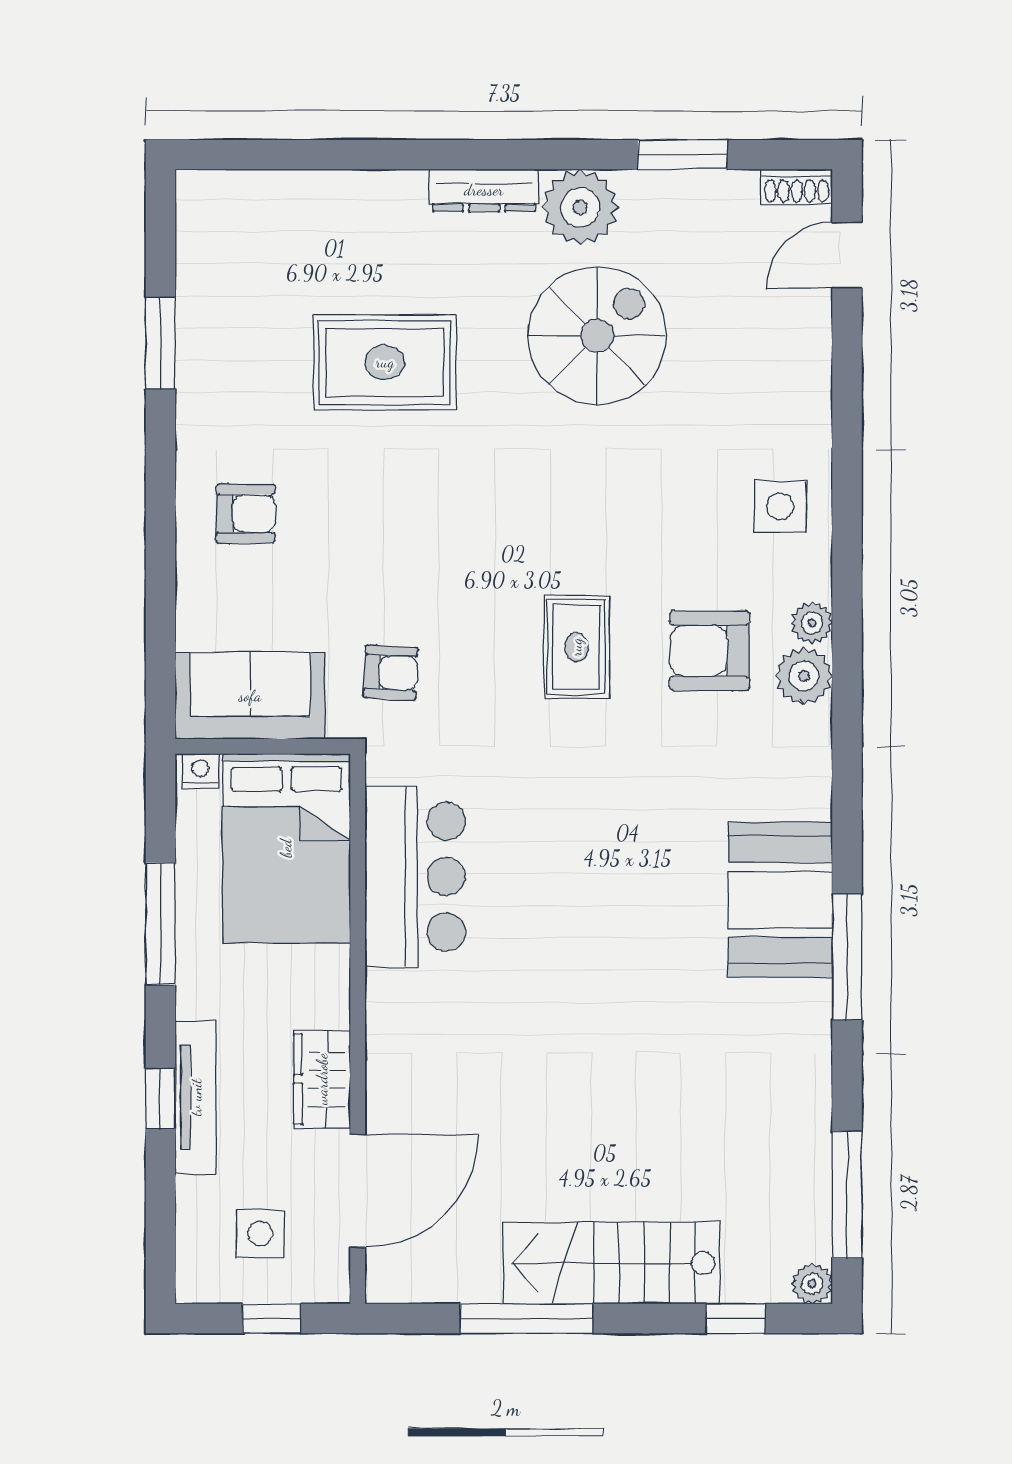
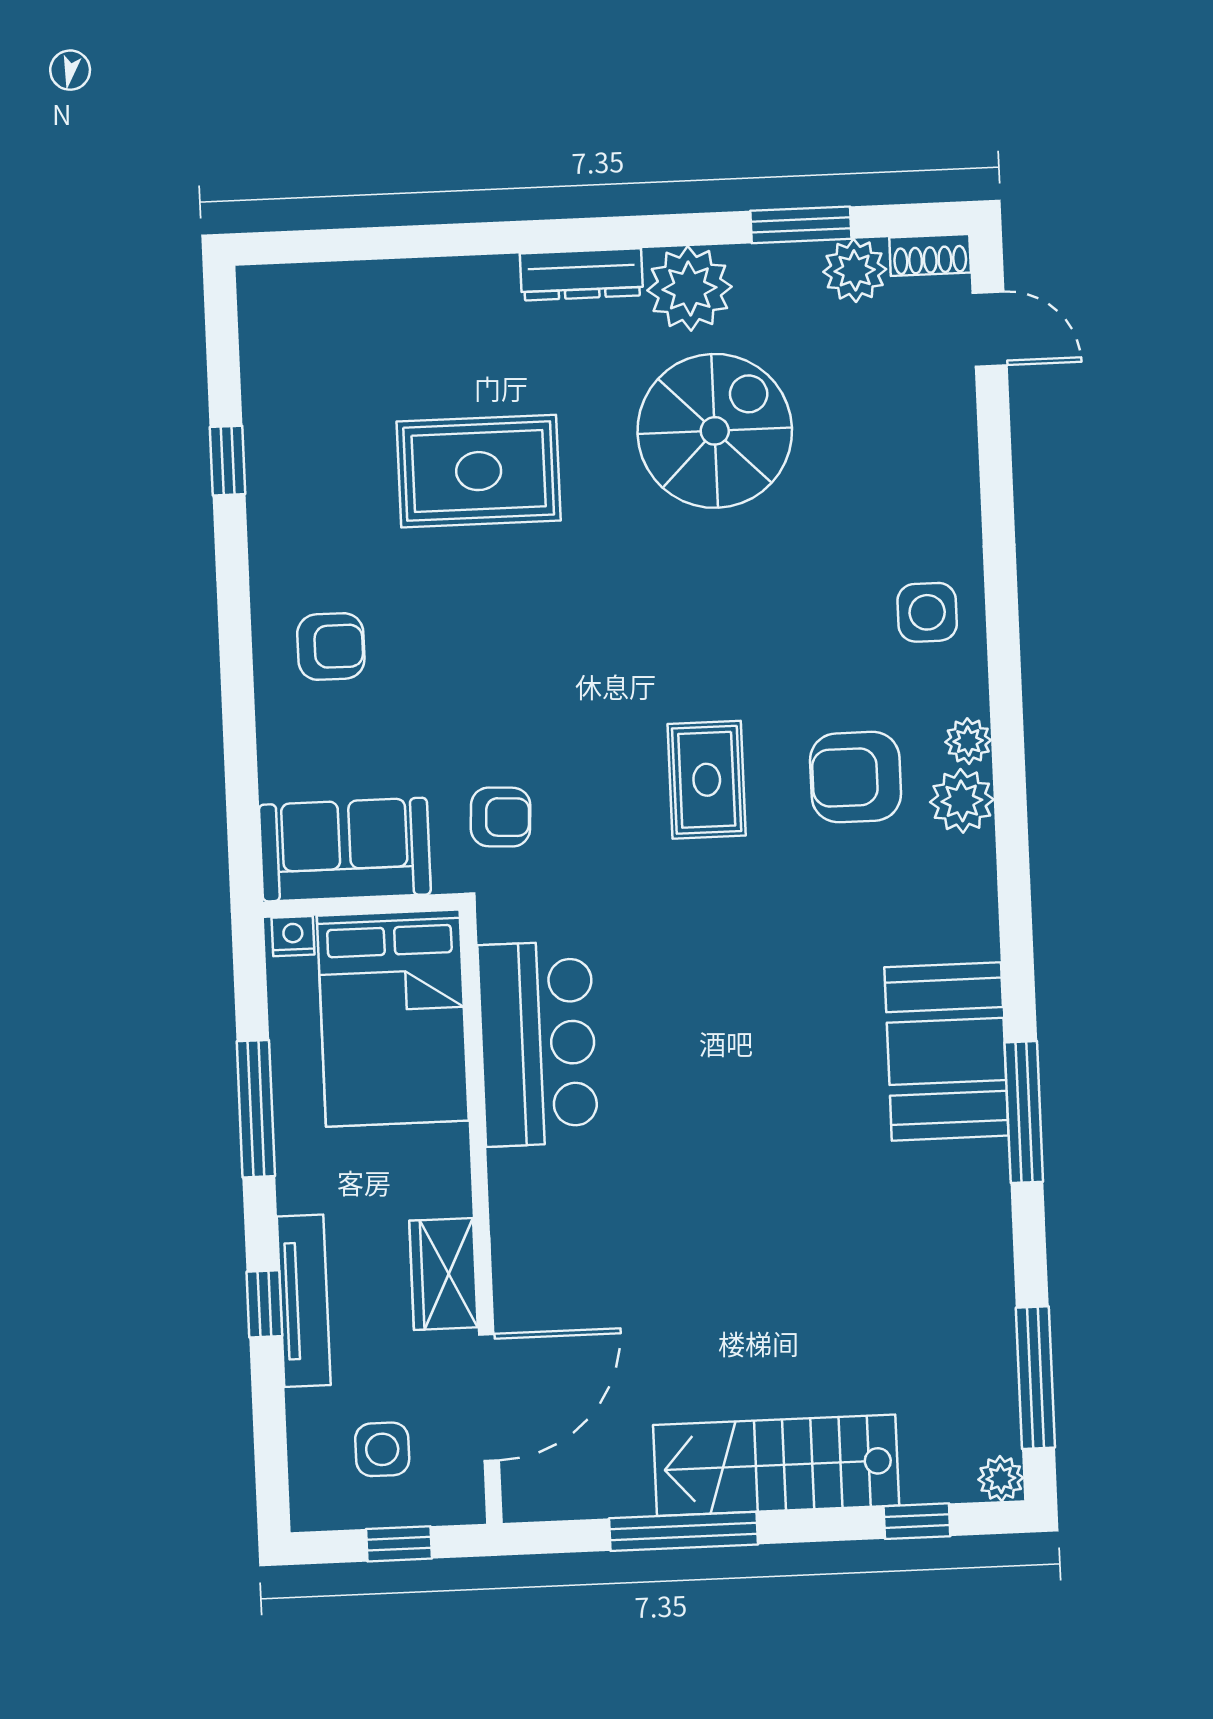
plant: (729, 198) -> (855, 270), added
door: (847, 255) -> (990, 329), swing flipped
window: (160, 343) -> (228, 461), width x0.67

